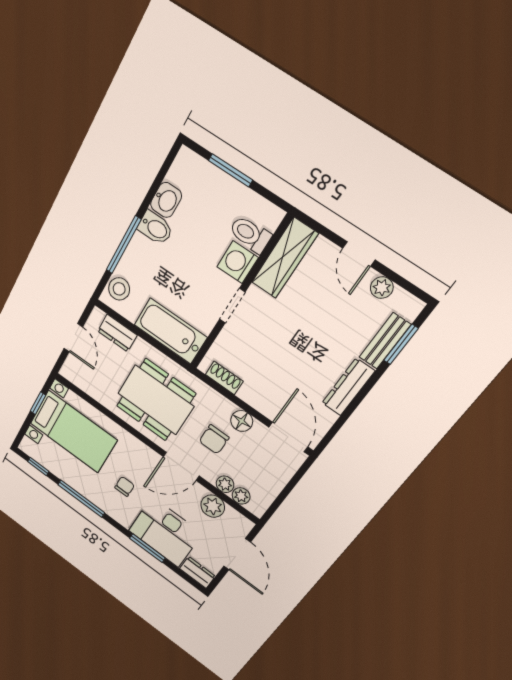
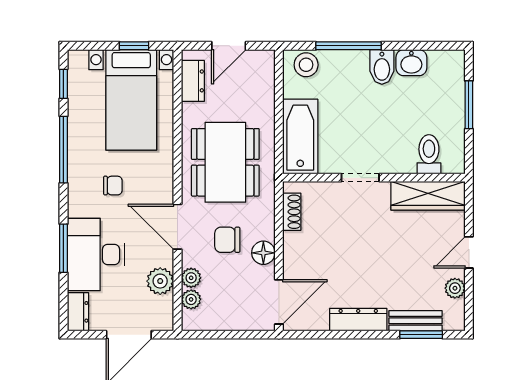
washing machine: (238, 262) -> (400, 158), removed
dresser: (117, 333) -> (193, 81), moved, turned 180

